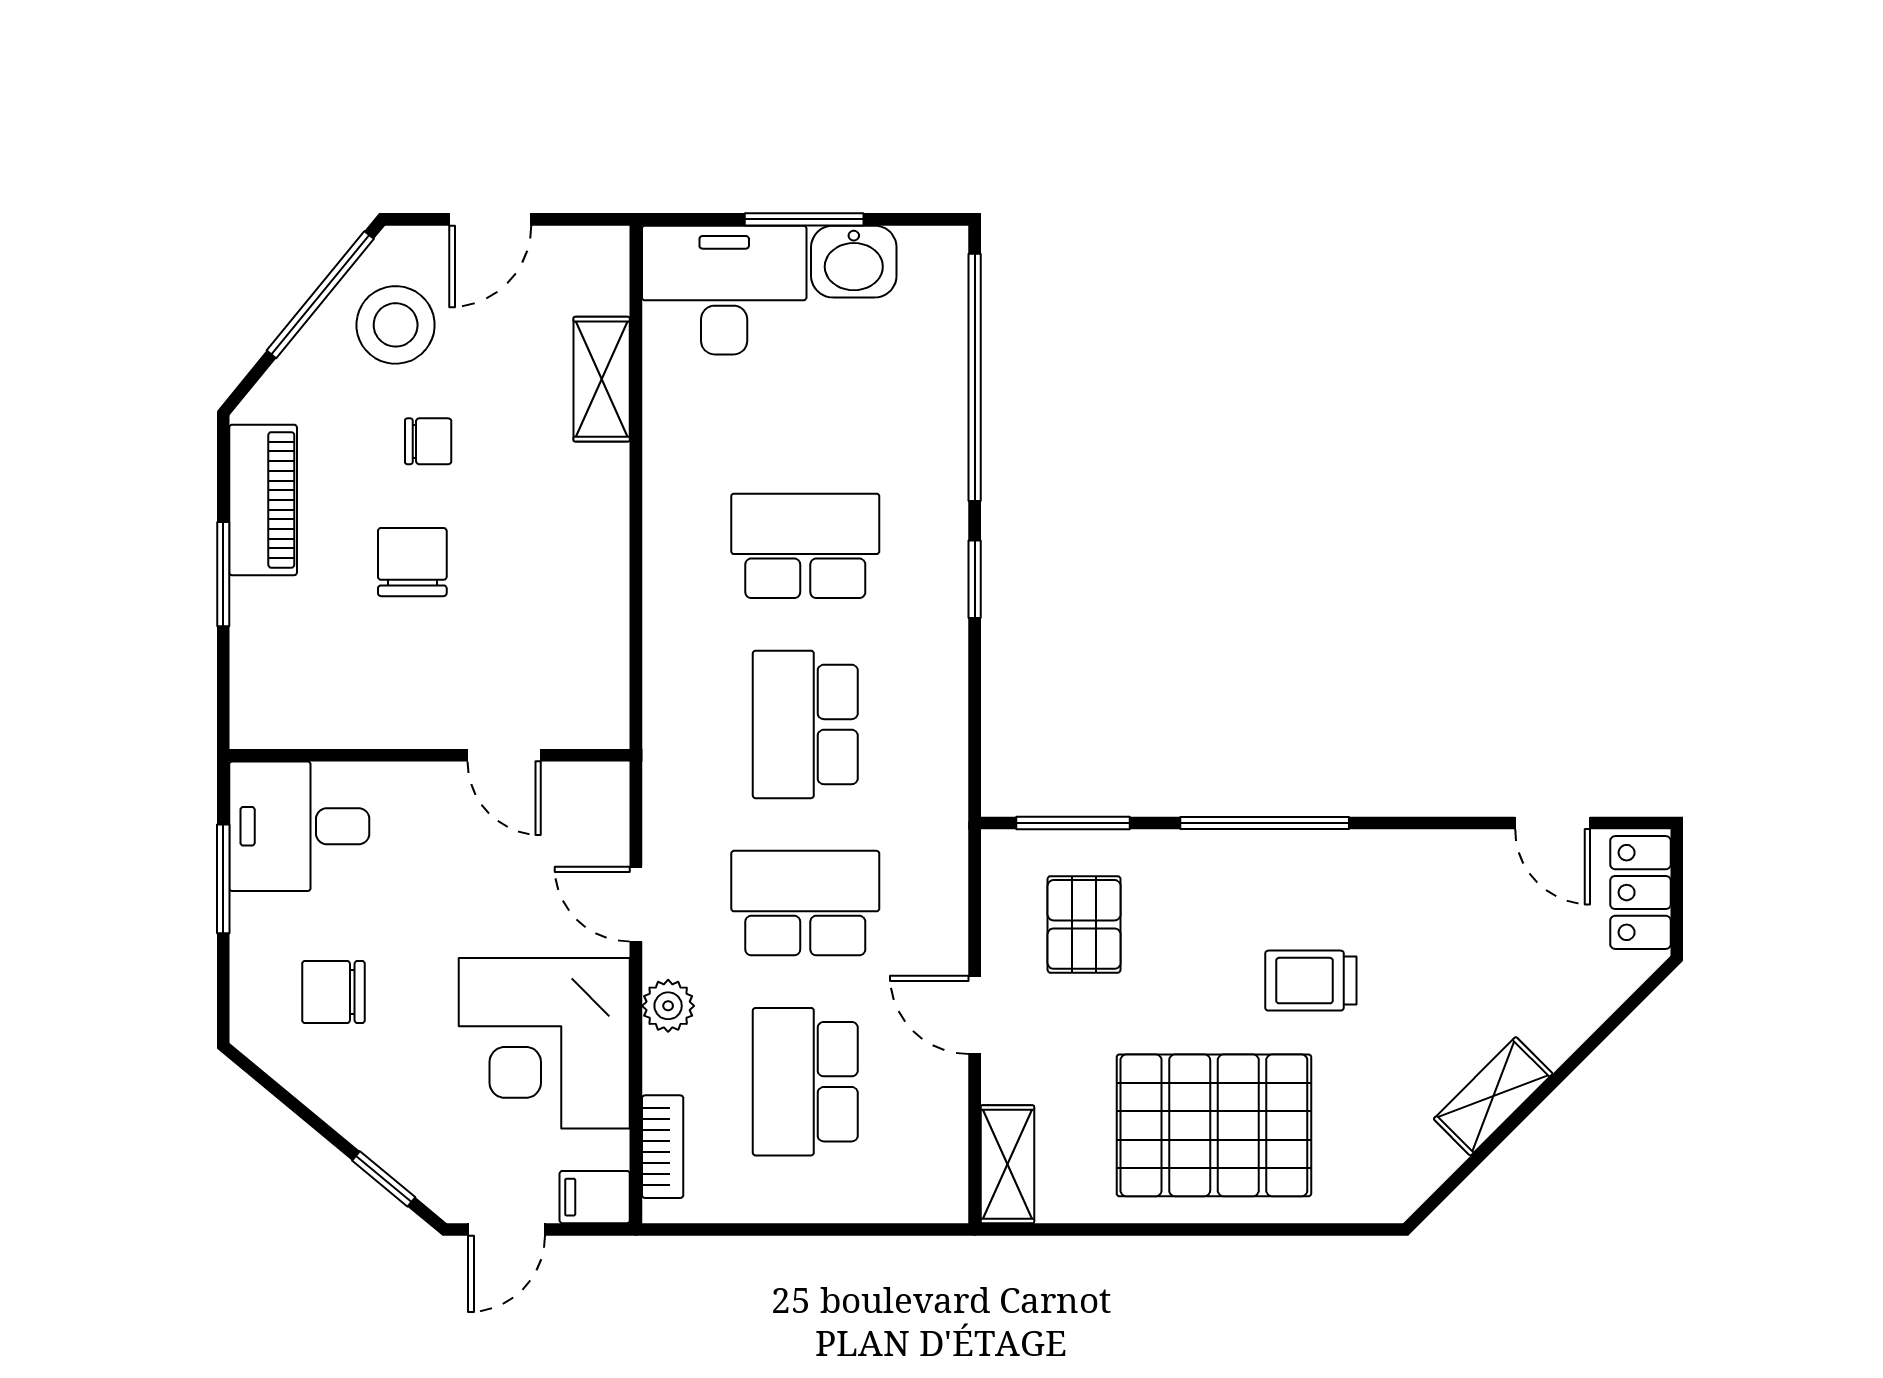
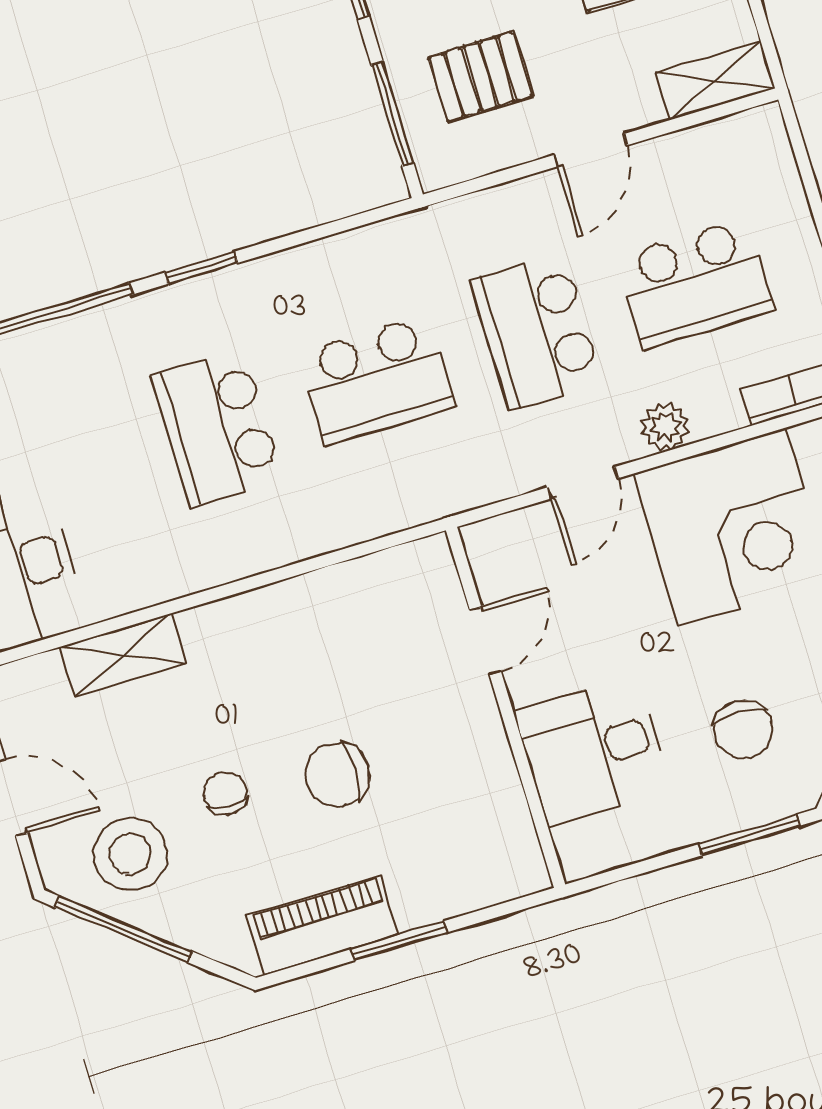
desk: (299, 826) -> (593, 751), moved, turned 90
window: (223, 879) -> (749, 835), moved

